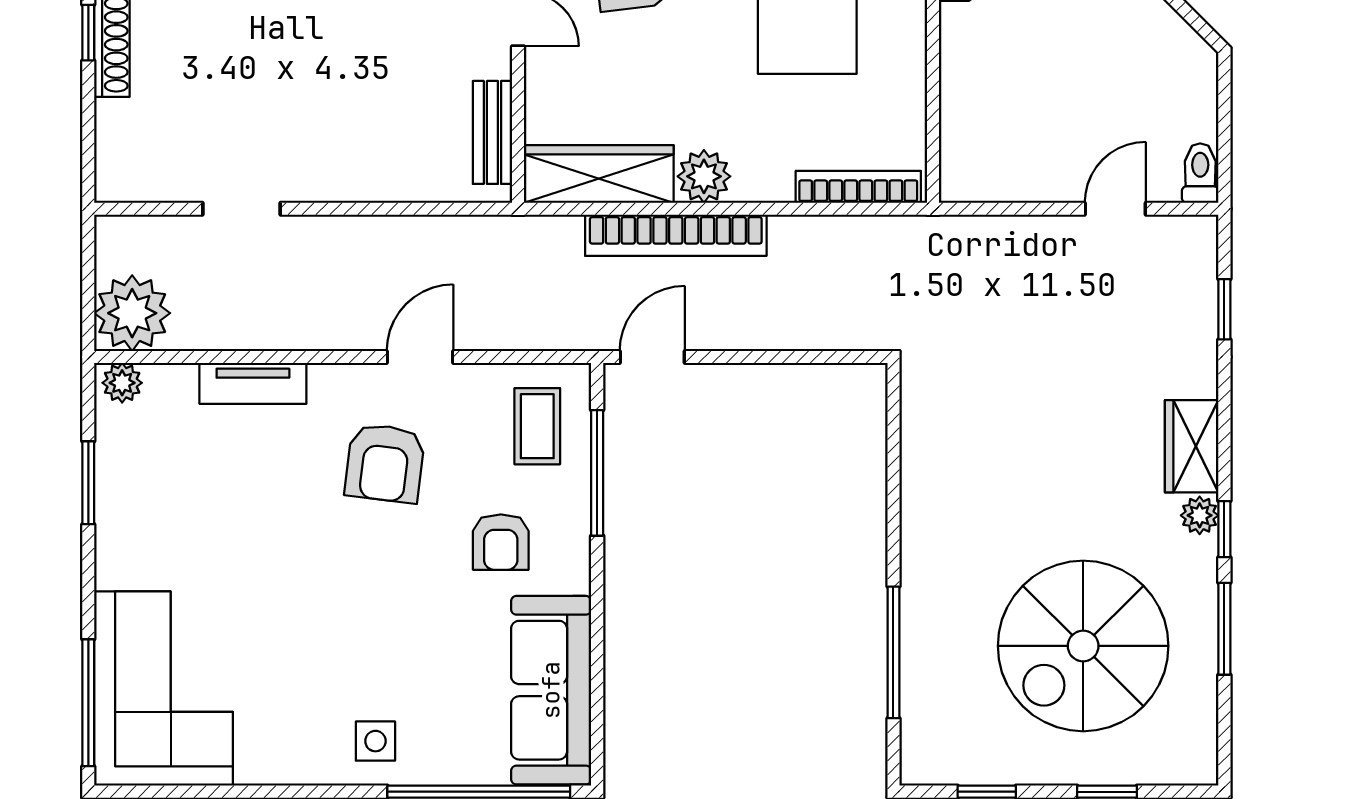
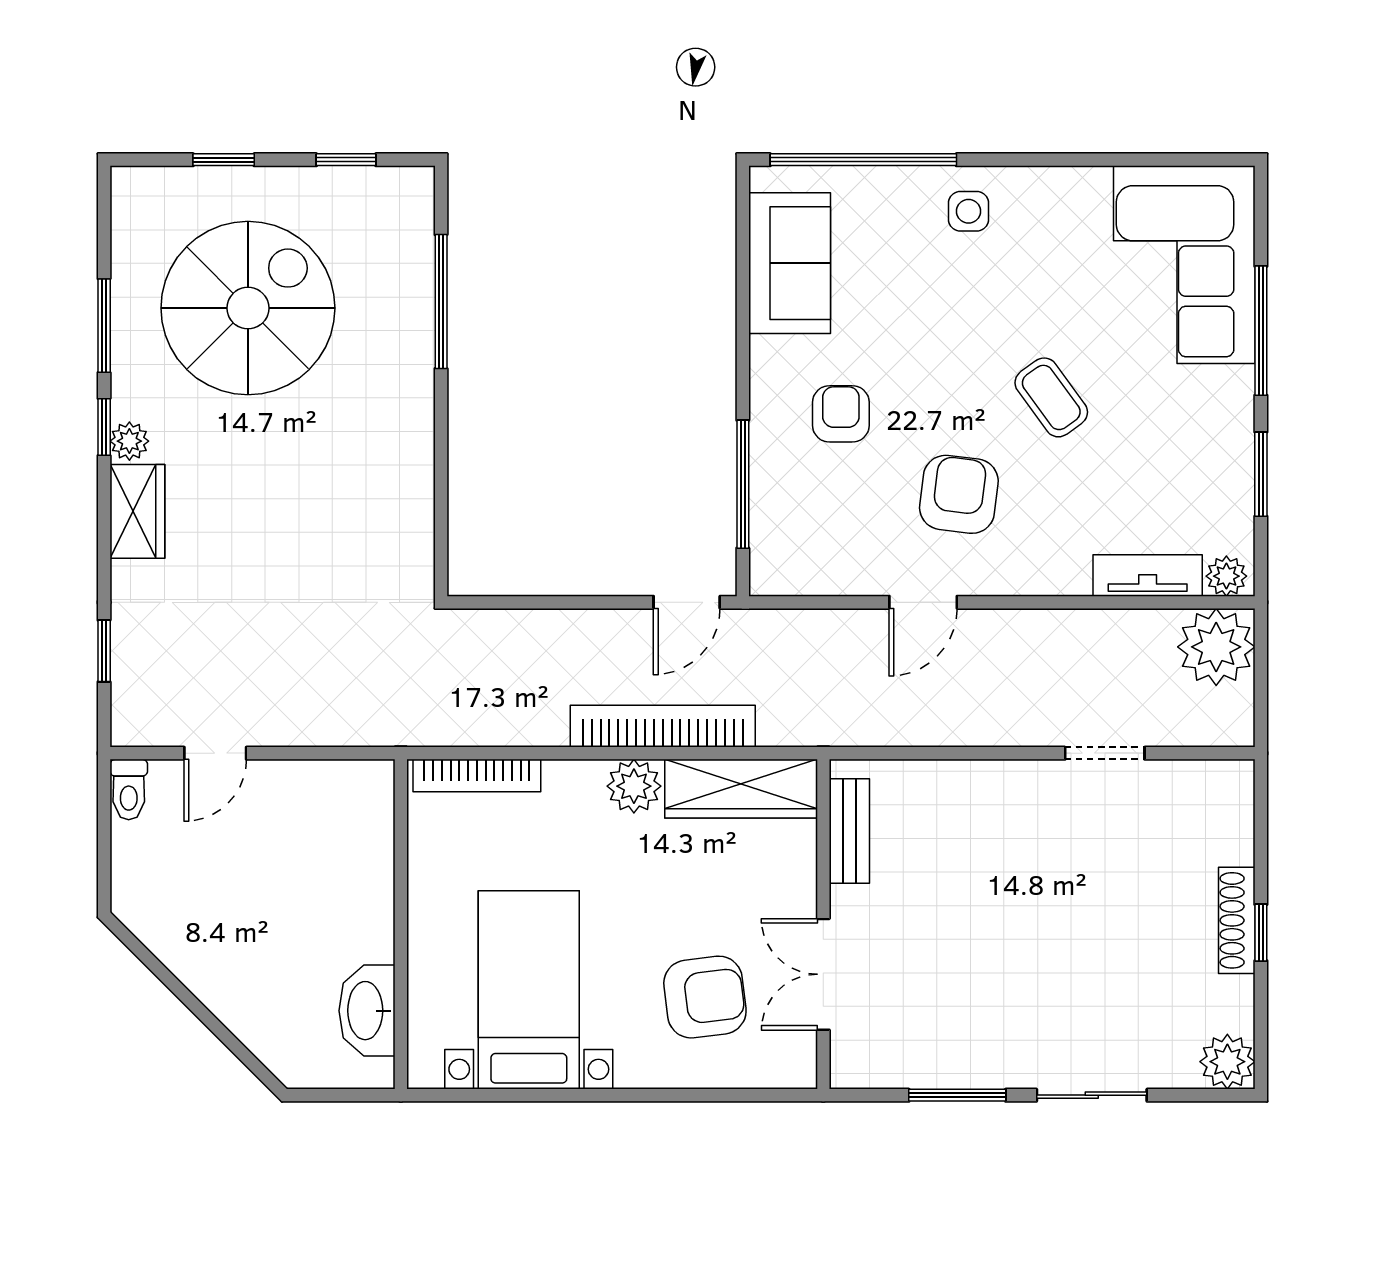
tv unit: (253, 383) -> (1148, 575), moved
coffee table: (537, 426) -> (1051, 397), moved, turned -36
sofa: (551, 690) -> (790, 263), width x0.73
window: (88, 703) -> (1261, 331), moved

